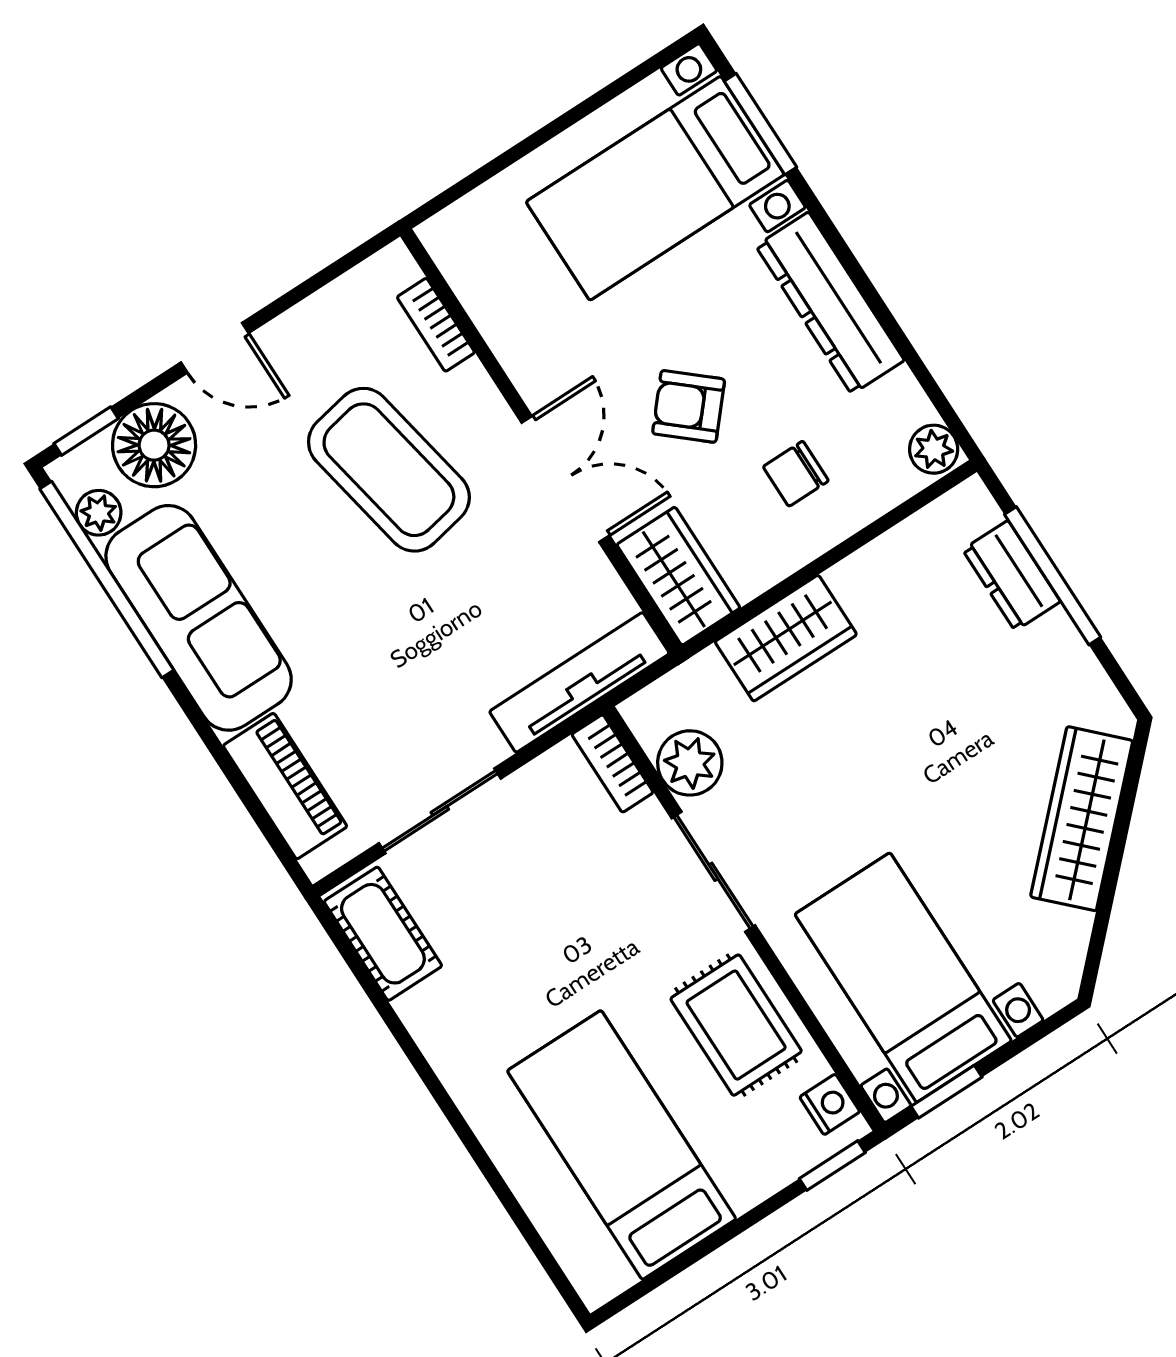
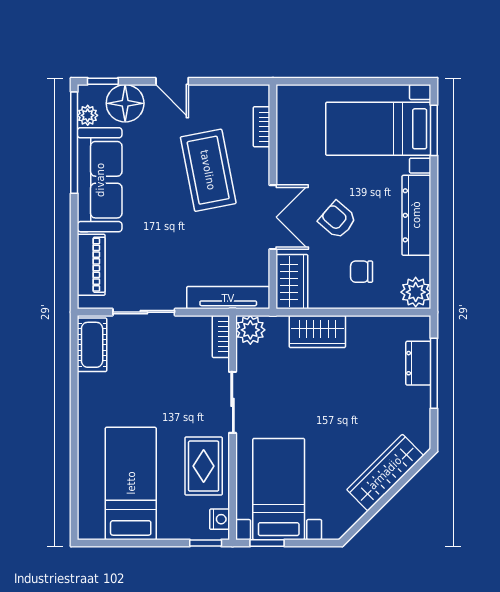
plant: (934, 449) -> (416, 292), width x1.38, depth x1.38
plant: (690, 763) -> (250, 330), moved

